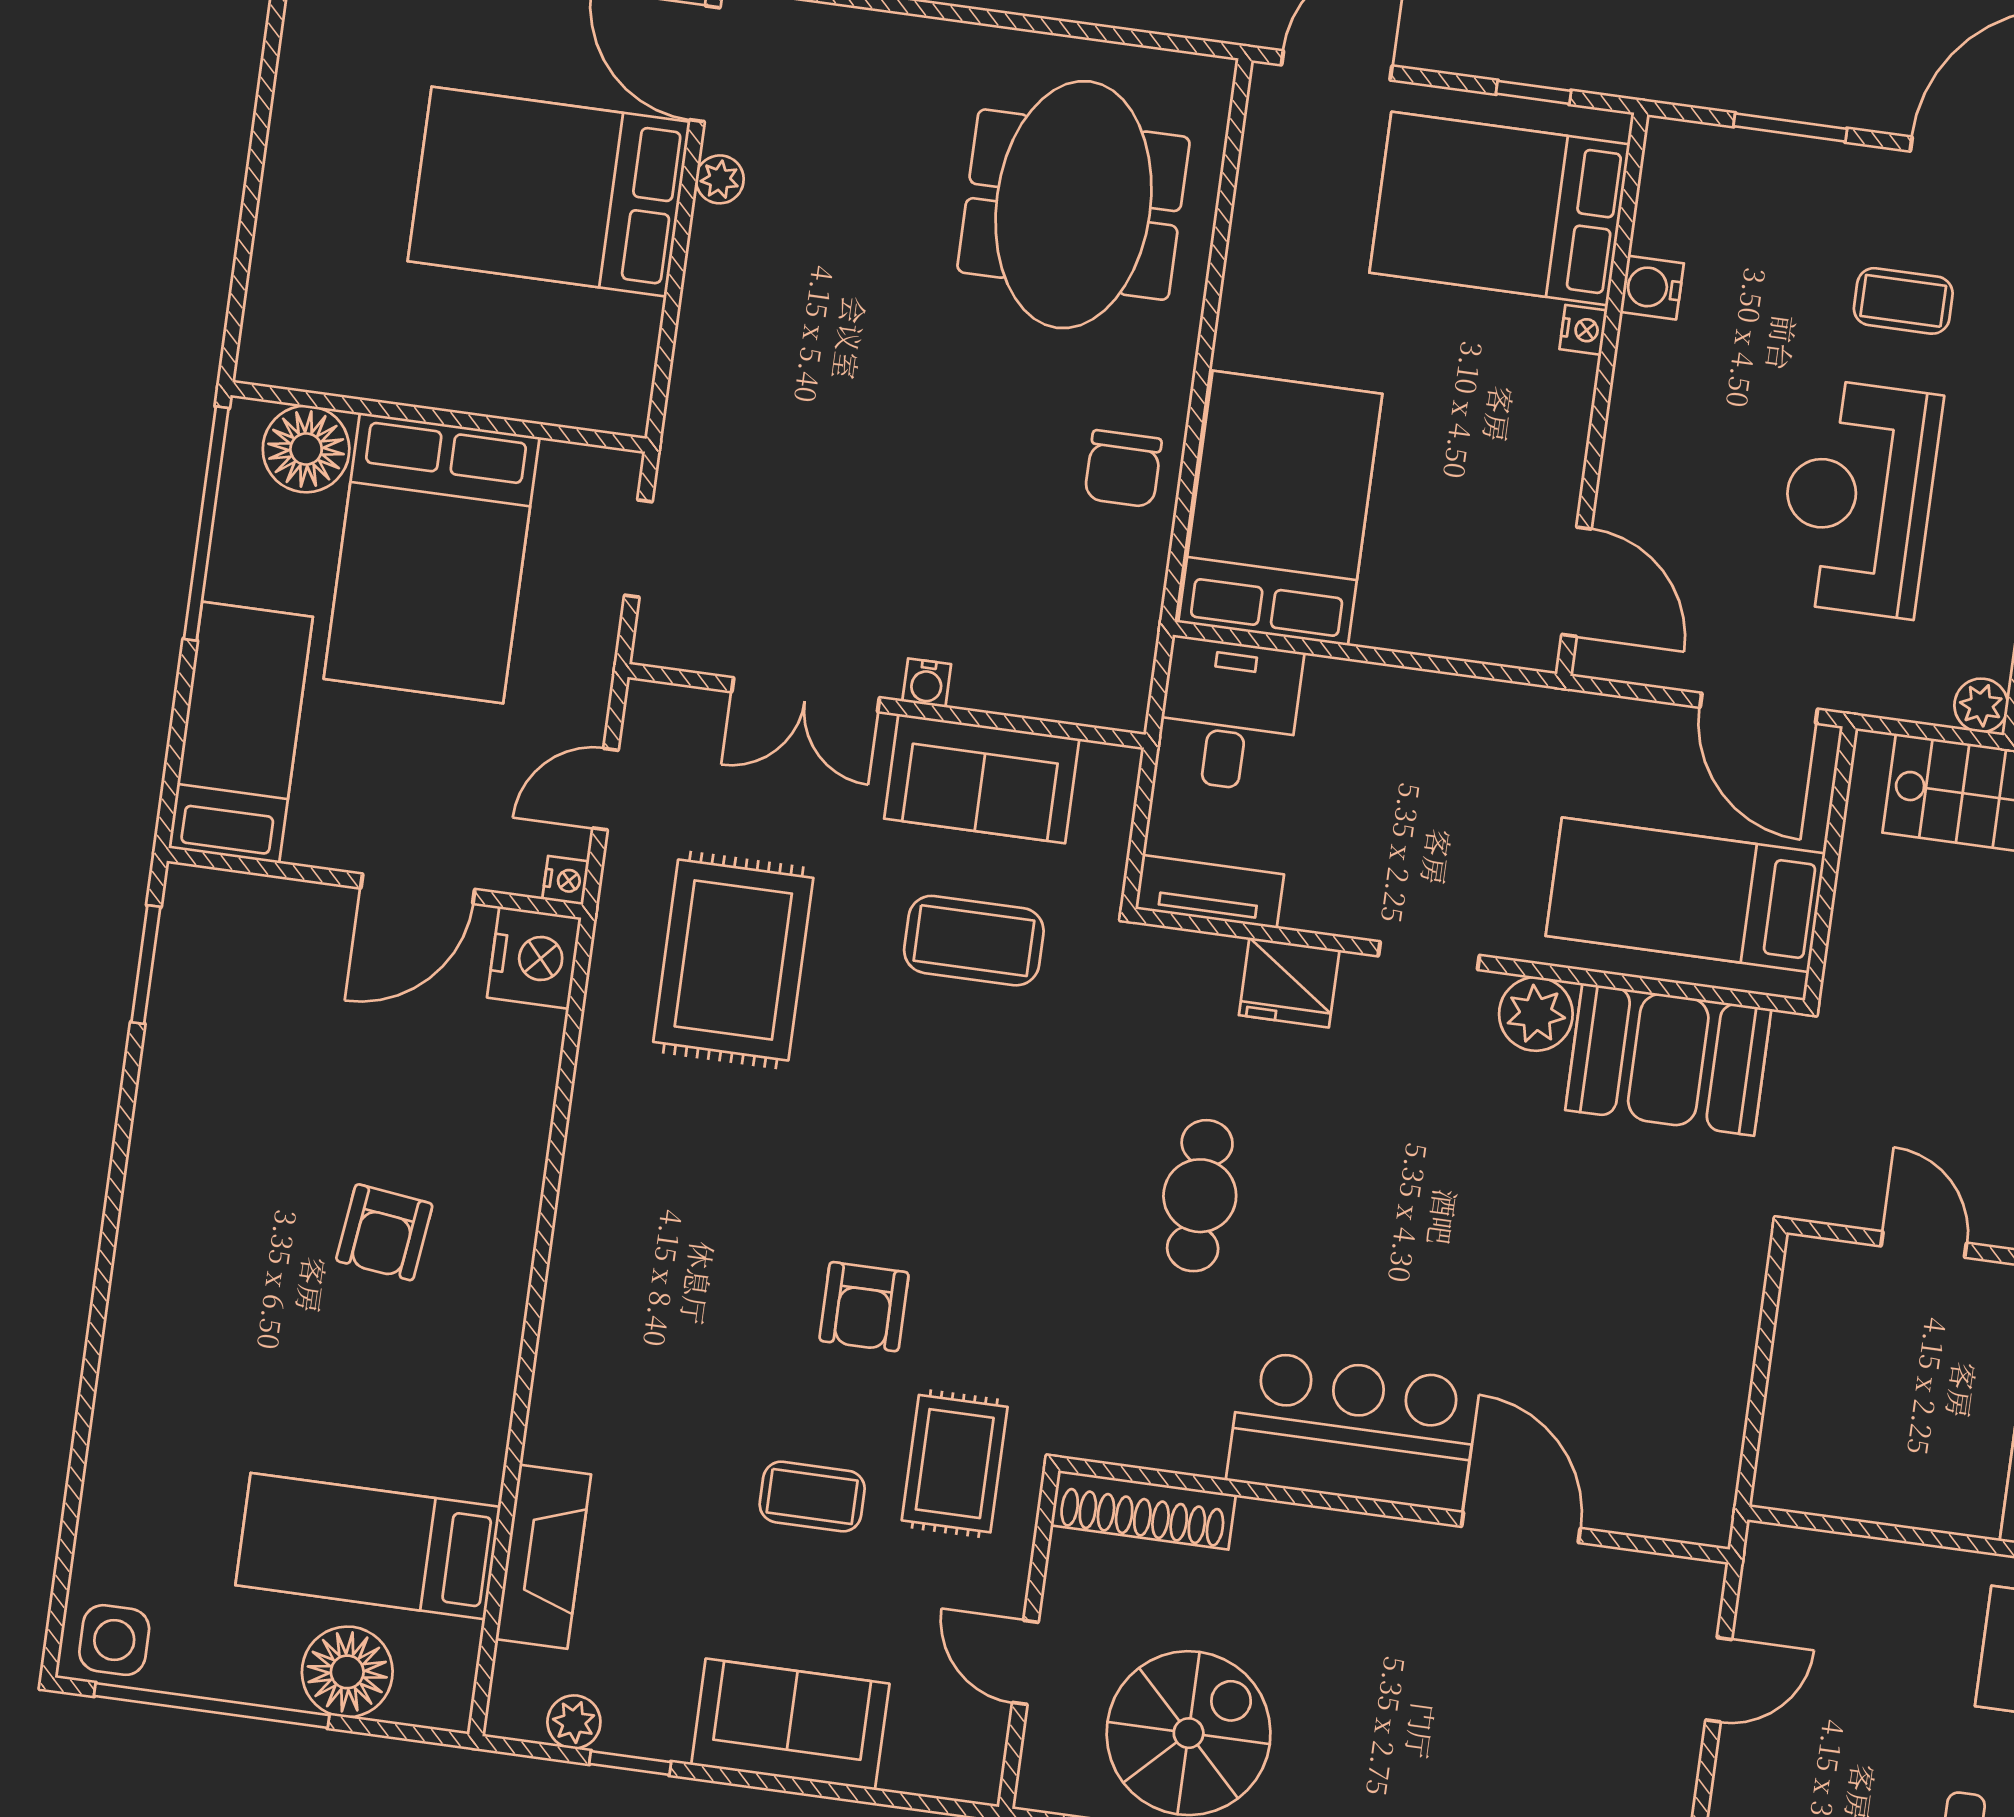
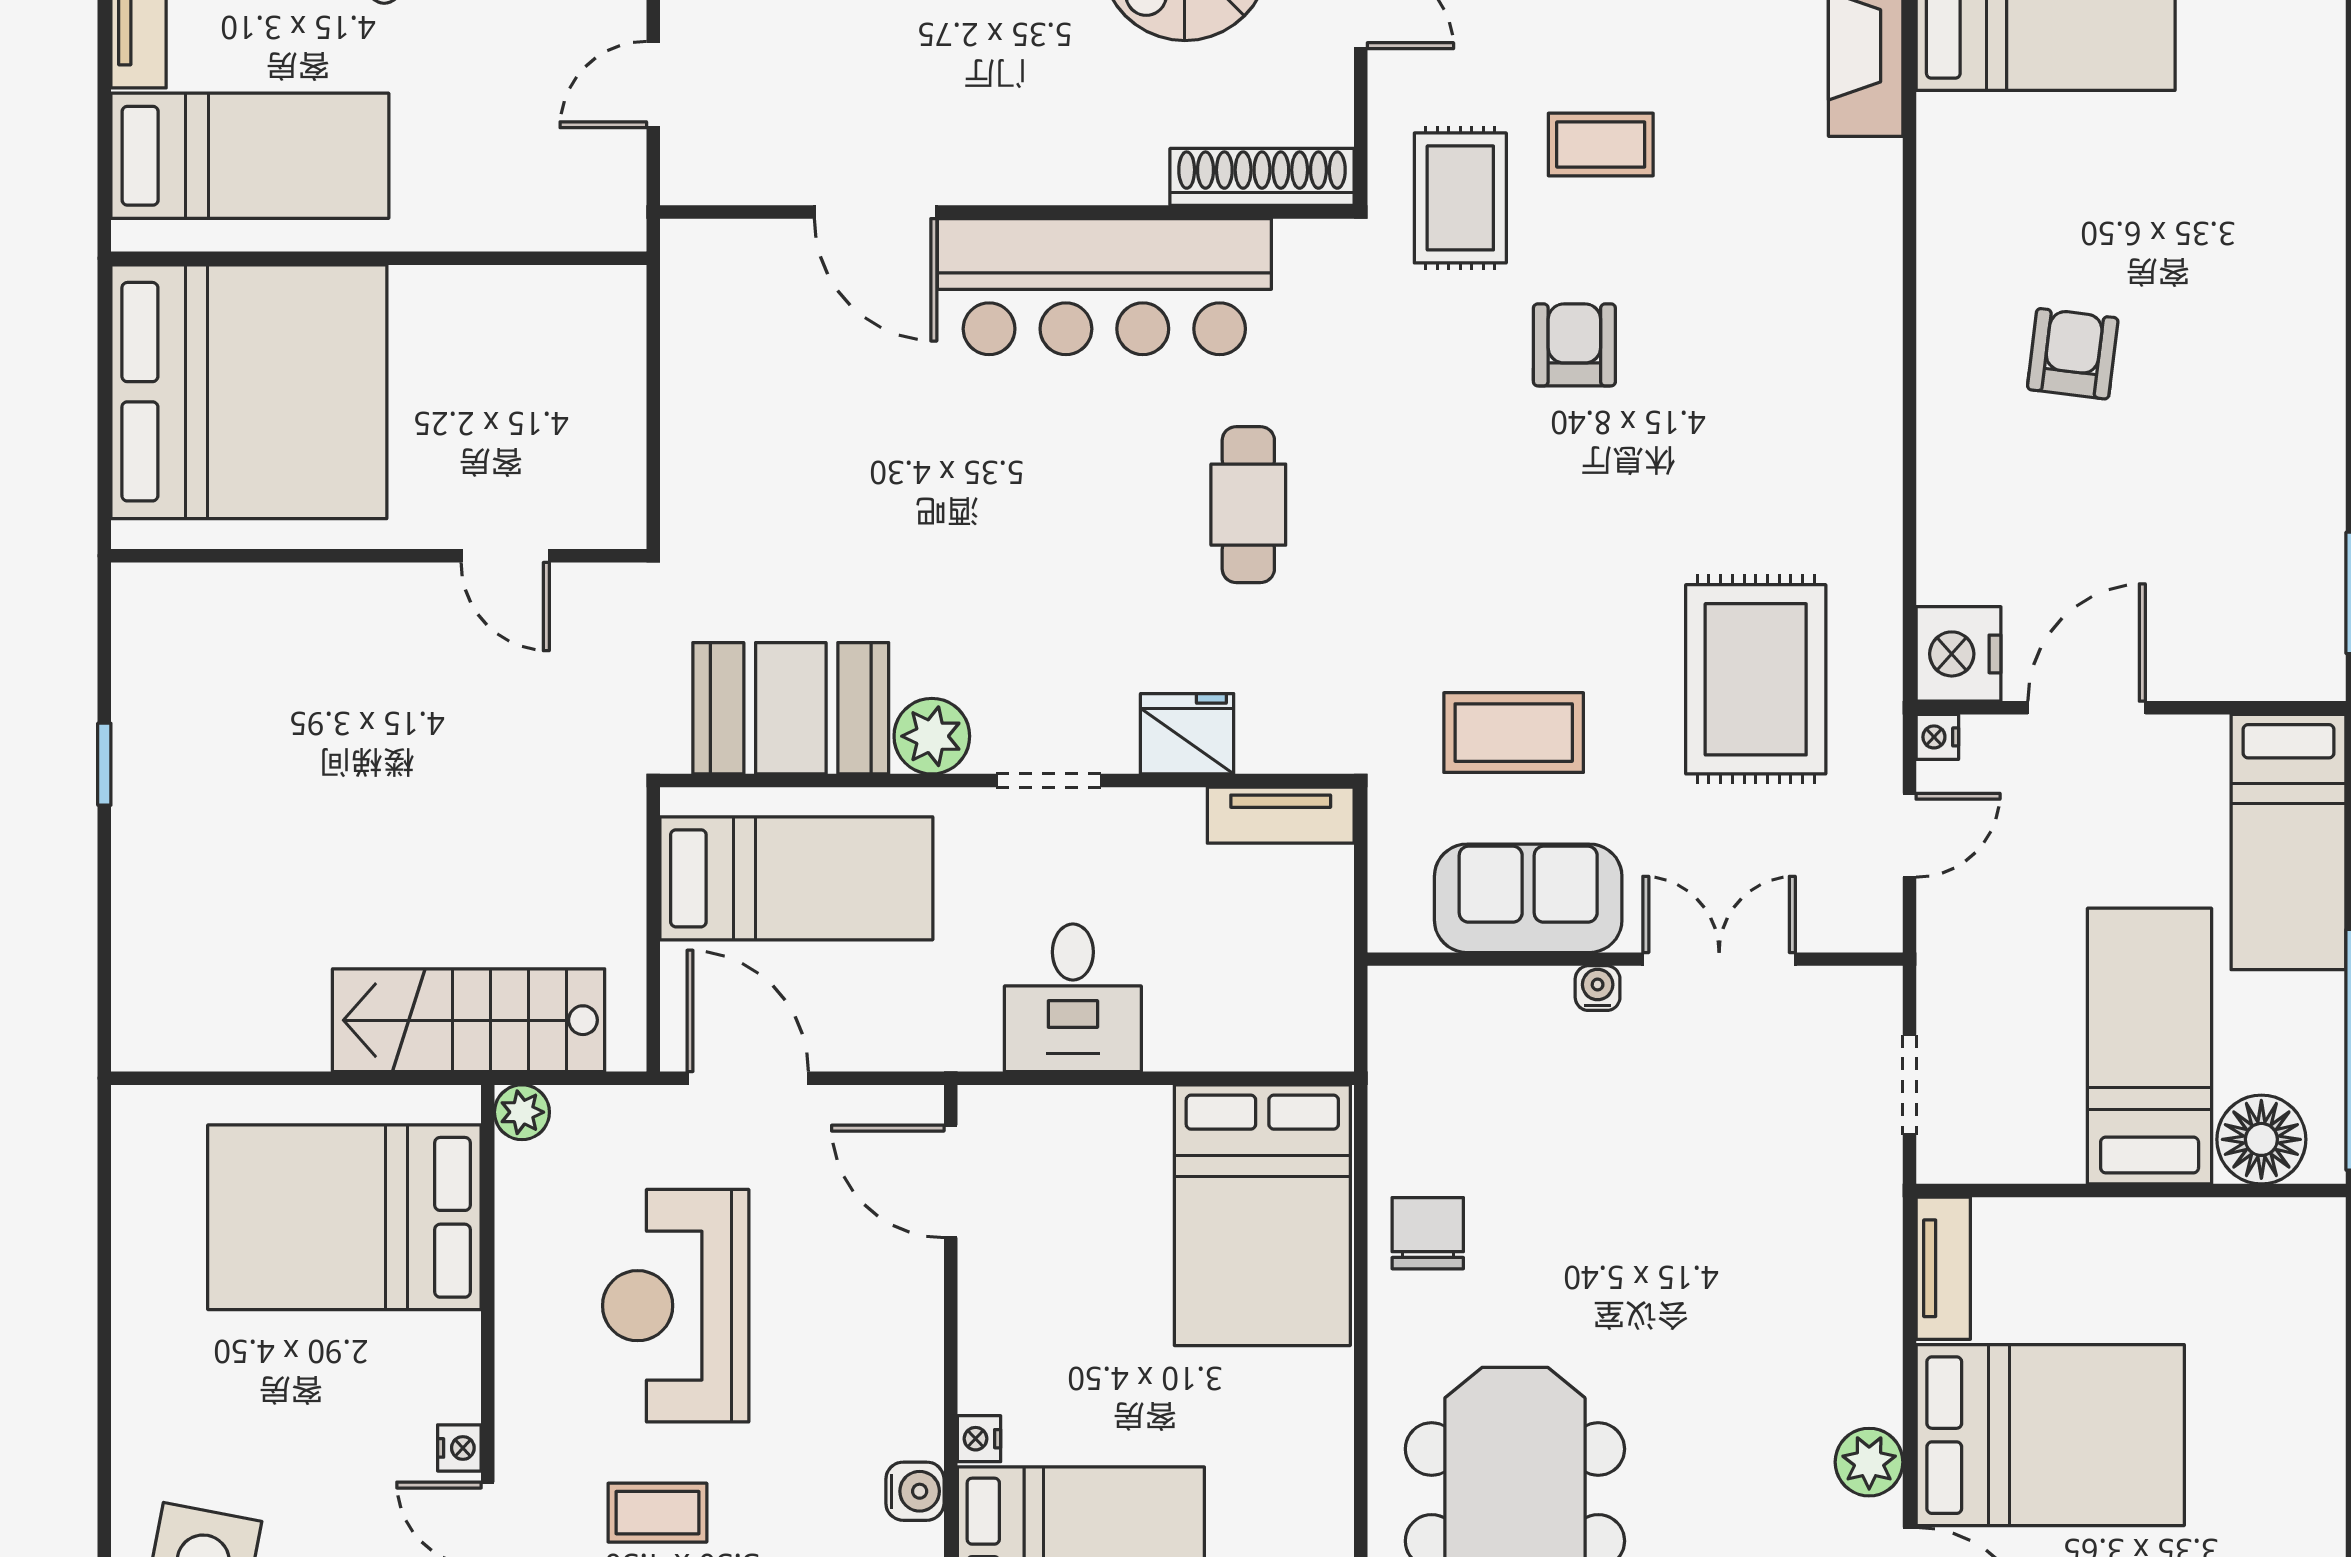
plant: (720, 179) -> (1869, 1462), width x1.38, depth x1.38
tv unit: (630, 367) -> (1943, 1268), added
reception desk: (1858, 498) -> (676, 1306), turned 180
bed: (432, 558) -> (2150, 1046), width x0.67
desk: (1229, 715) -> (1073, 998), moved
bar counter: (1353, 1431) -> (1104, 287), width x1.36

